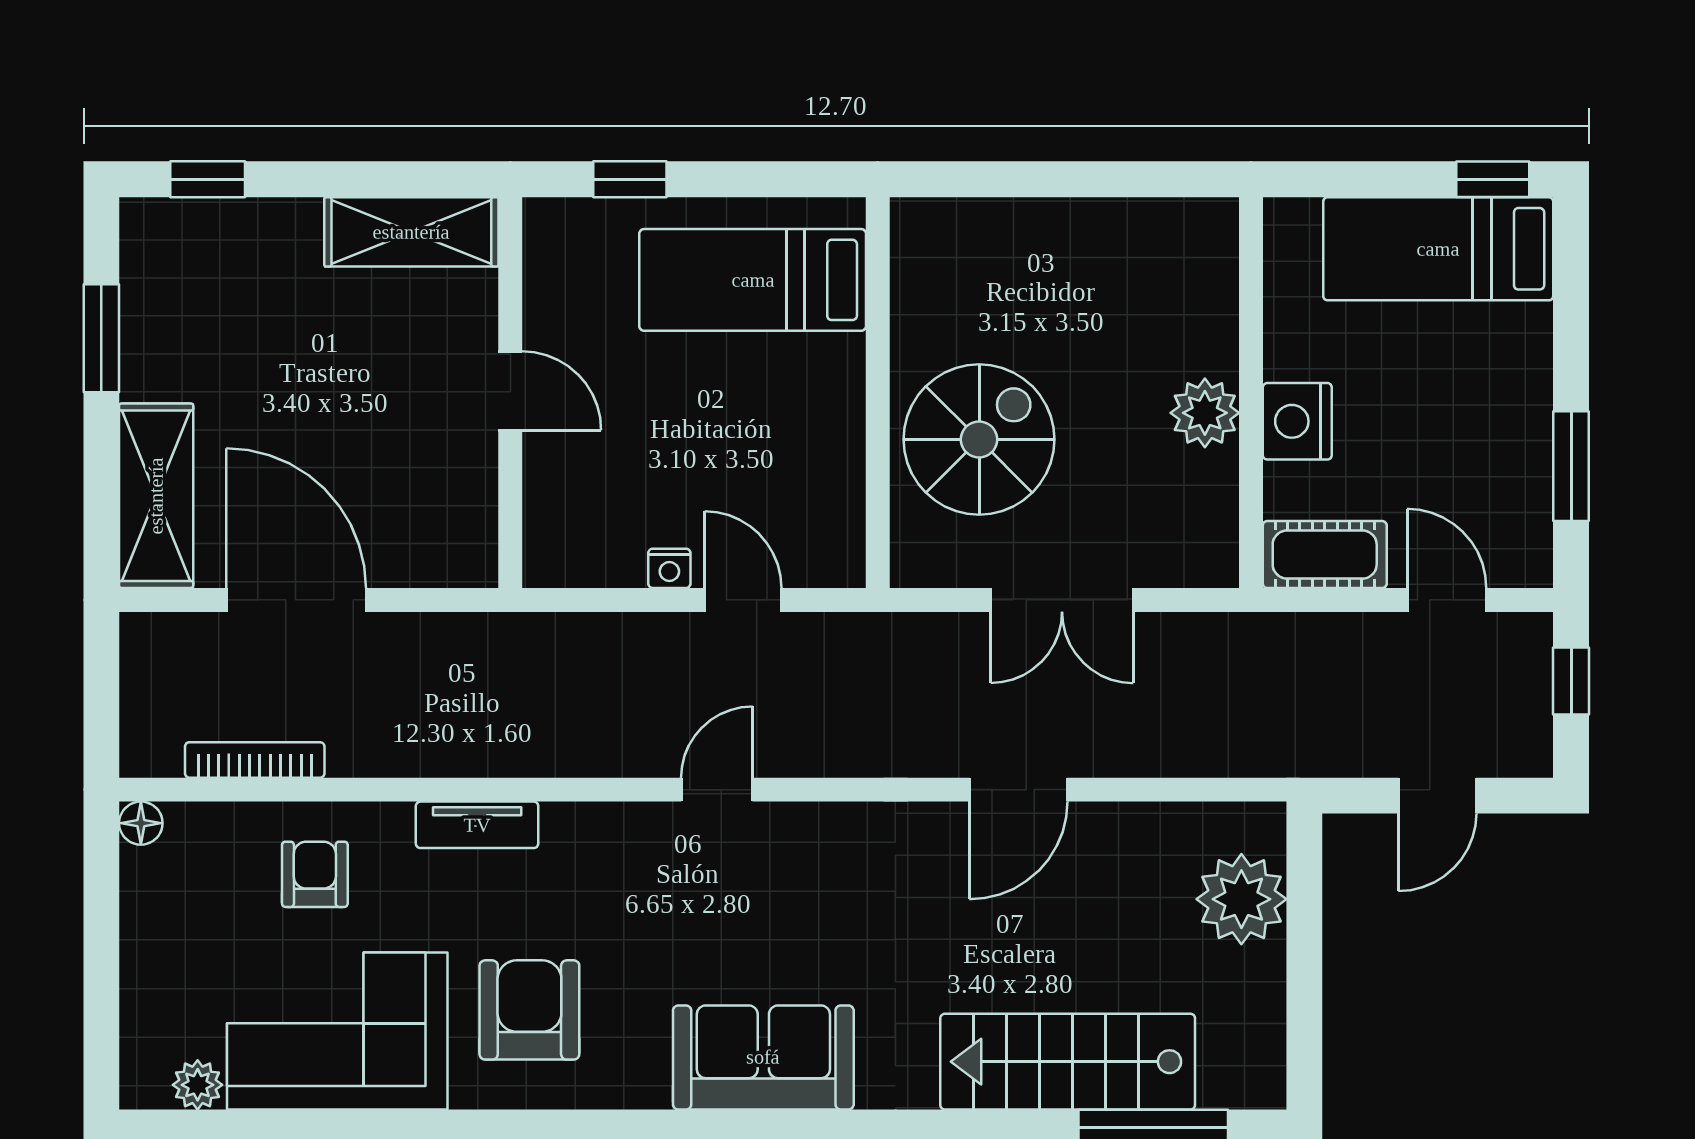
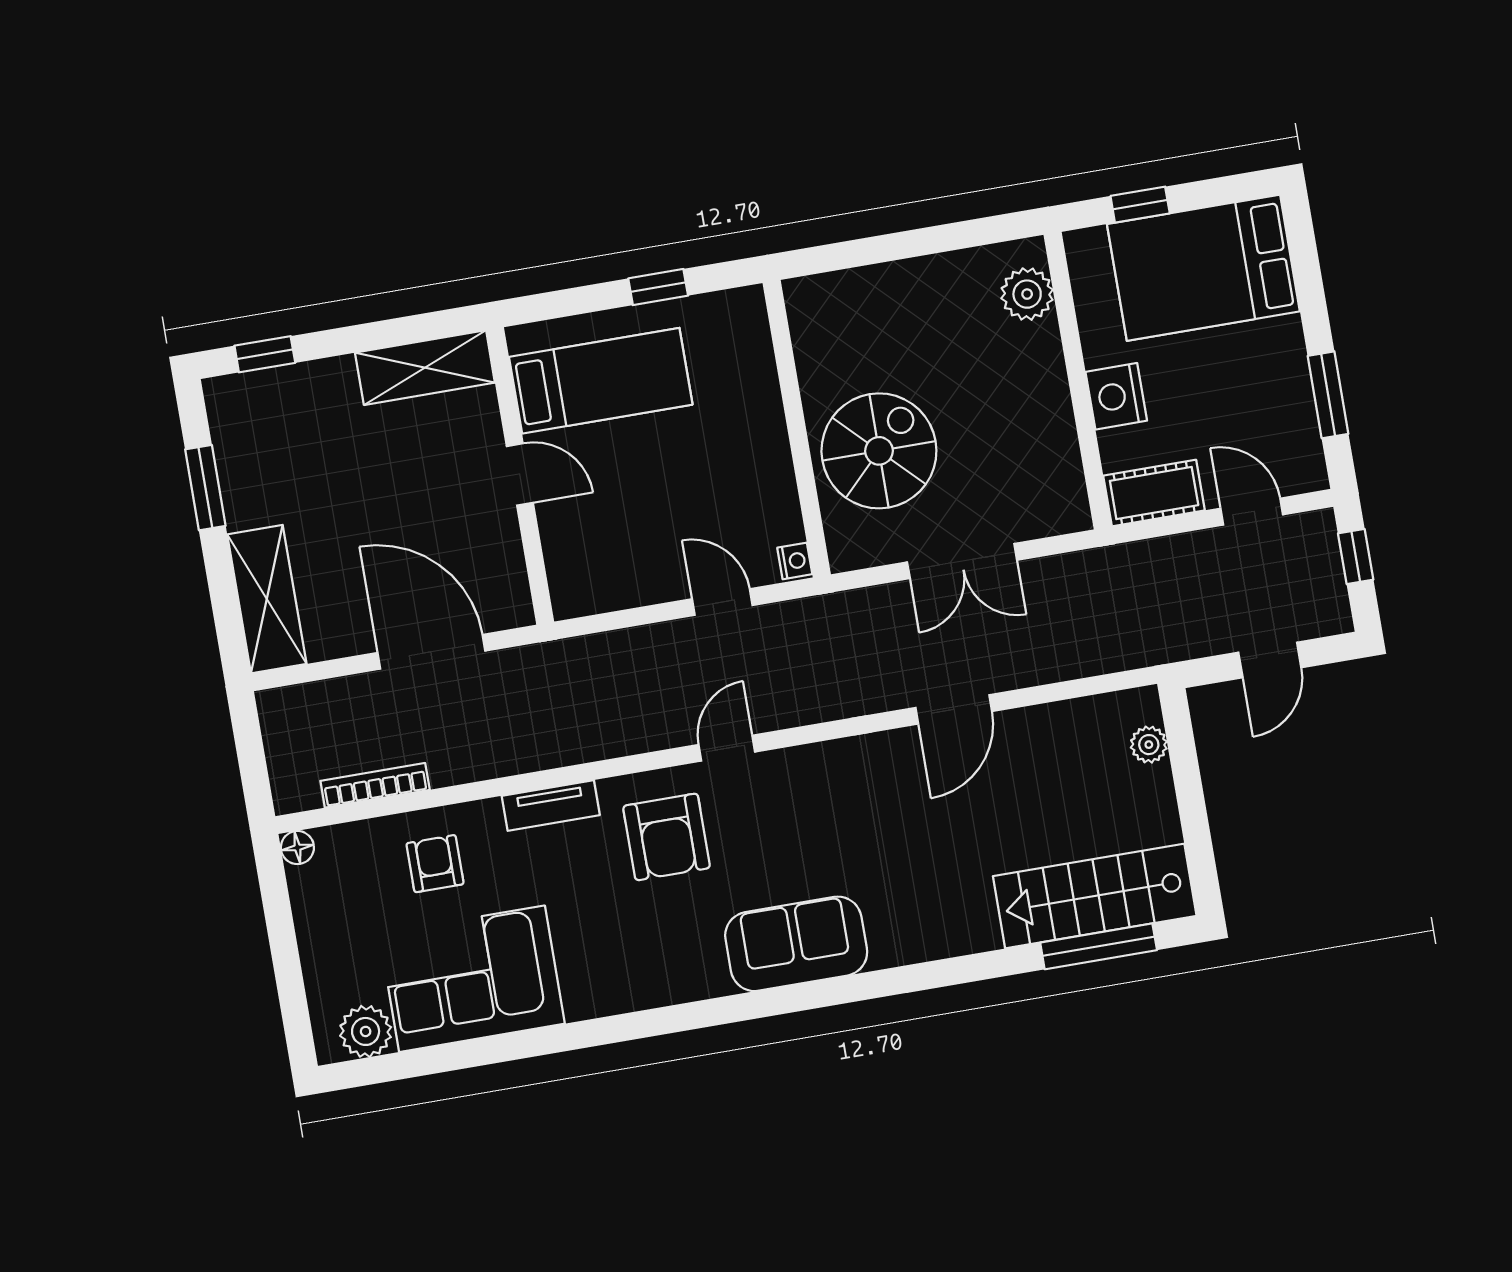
window: (630, 179) -> (658, 287), moved
window: (1493, 179) -> (1140, 205), moved
bed: (1438, 249) -> (1203, 268), width x1.50
bed: (753, 280) -> (601, 381), moved, turned 180
plant: (1205, 413) -> (1027, 294), moved
nightstand: (669, 568) -> (795, 561), moved, turned -90
door: (296, 600) -> (431, 652), moved
plant: (1241, 899) -> (1149, 745), width x0.53, depth x0.53
armchair: (529, 1010) -> (667, 837), moved, turned 180
stairs: (1068, 1062) -> (1095, 896), moved
plant: (198, 1085) -> (366, 1031), width x1.38, depth x1.38

